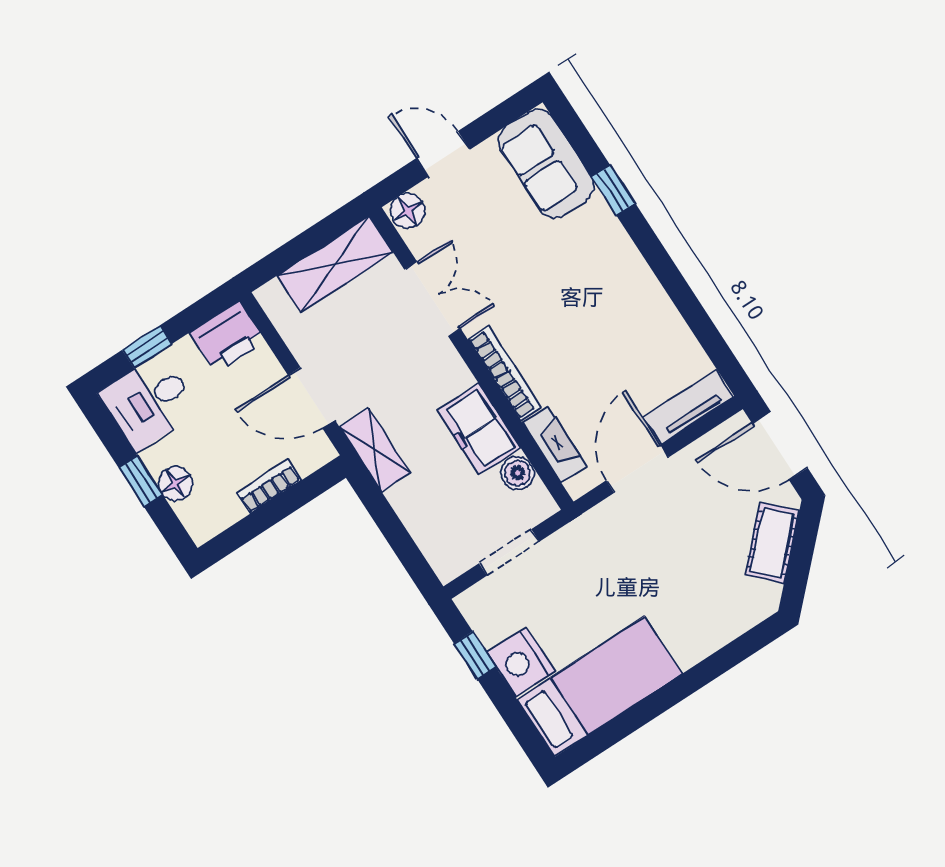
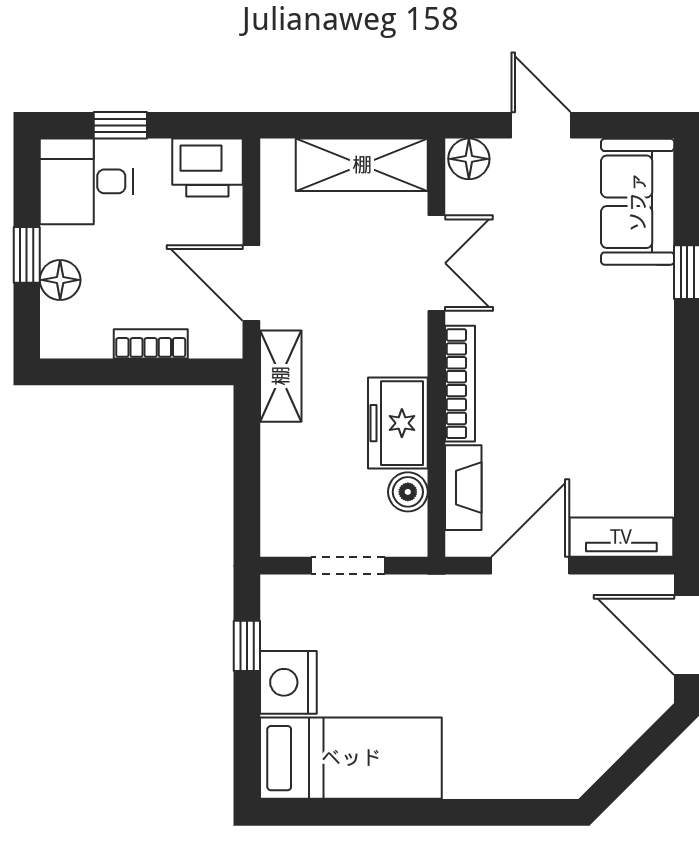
cot: (772, 543) -> (616, 727), removed

